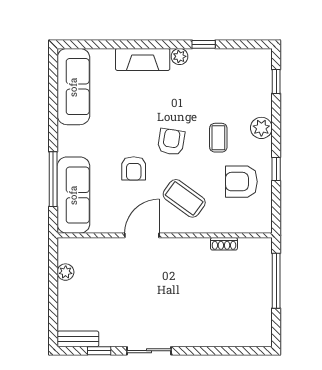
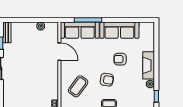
sofa: (73, 87) -> (119, 30), moved
armchair: (134, 168) -> (120, 59), moved
door: (142, 235) -> (59, 52), moved

